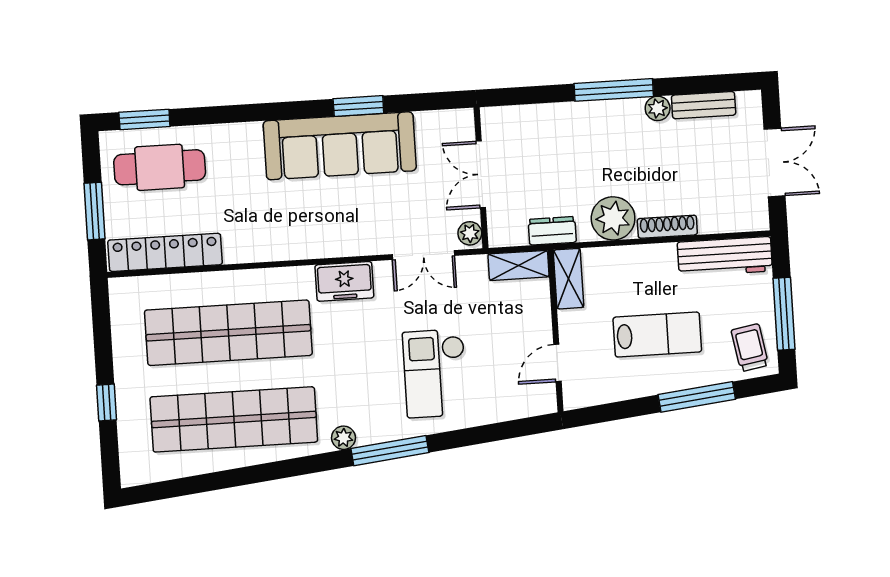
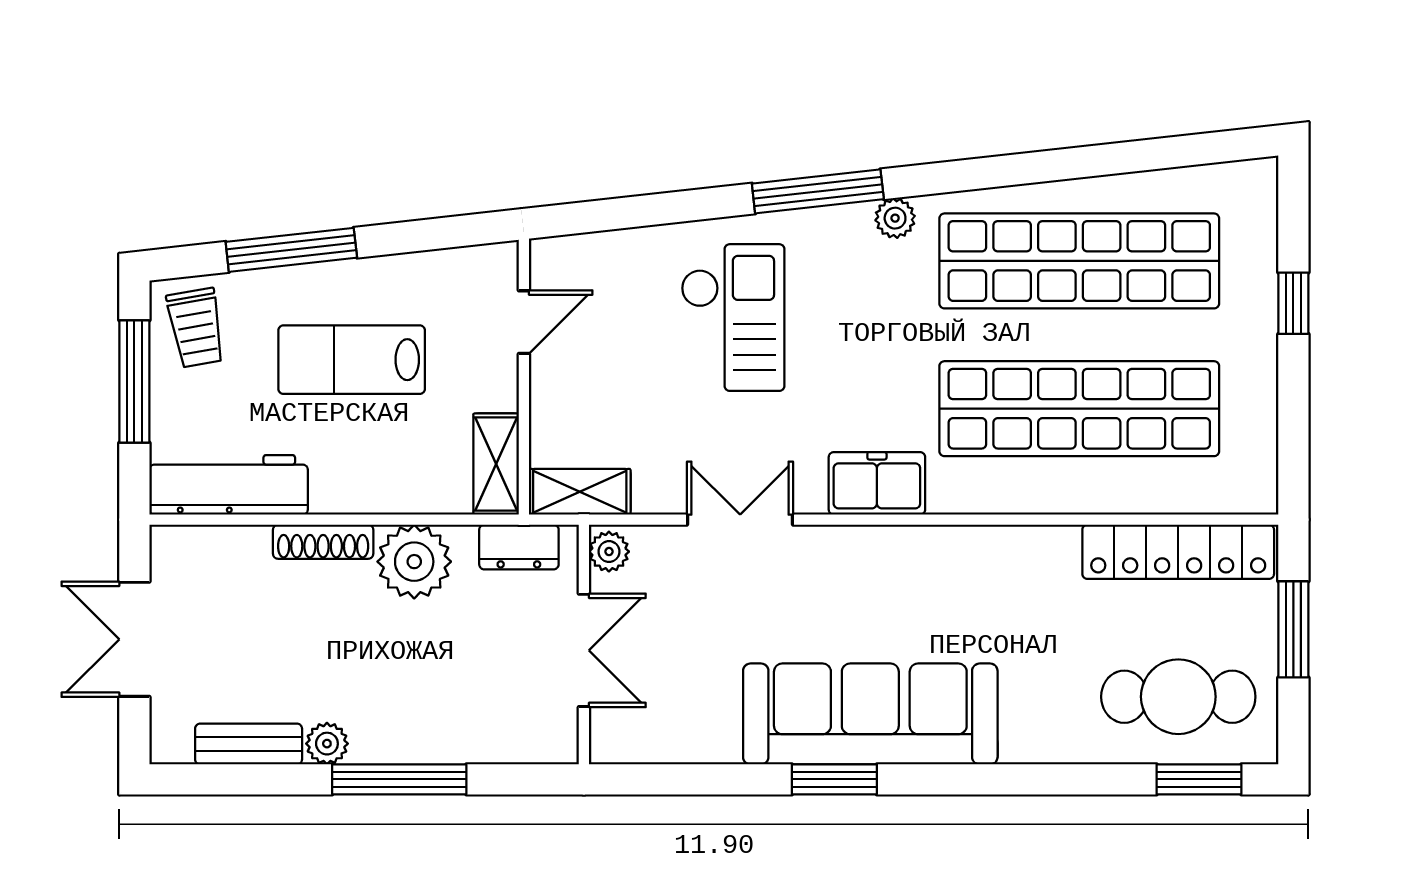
double door: (481, 174) -> (584, 650), moved
wall: (481, 178) -> (584, 645), moved
plant: (470, 233) -> (609, 552), moved

